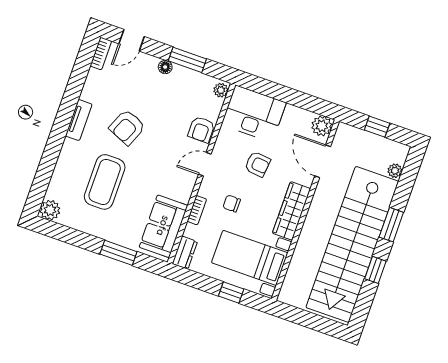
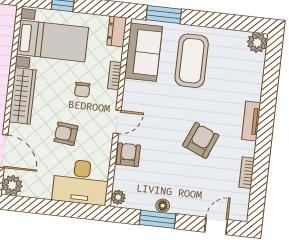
bookcase: (101, 54) -> (247, 173), moved
floor lamp: (165, 67) -> (163, 206), moved
tv unit: (79, 120) -> (251, 121), moved
coffee table: (105, 182) -> (192, 61), moved
chair: (232, 204) -> (82, 90), turned 90
window: (118, 253) -> (164, 14), moved

